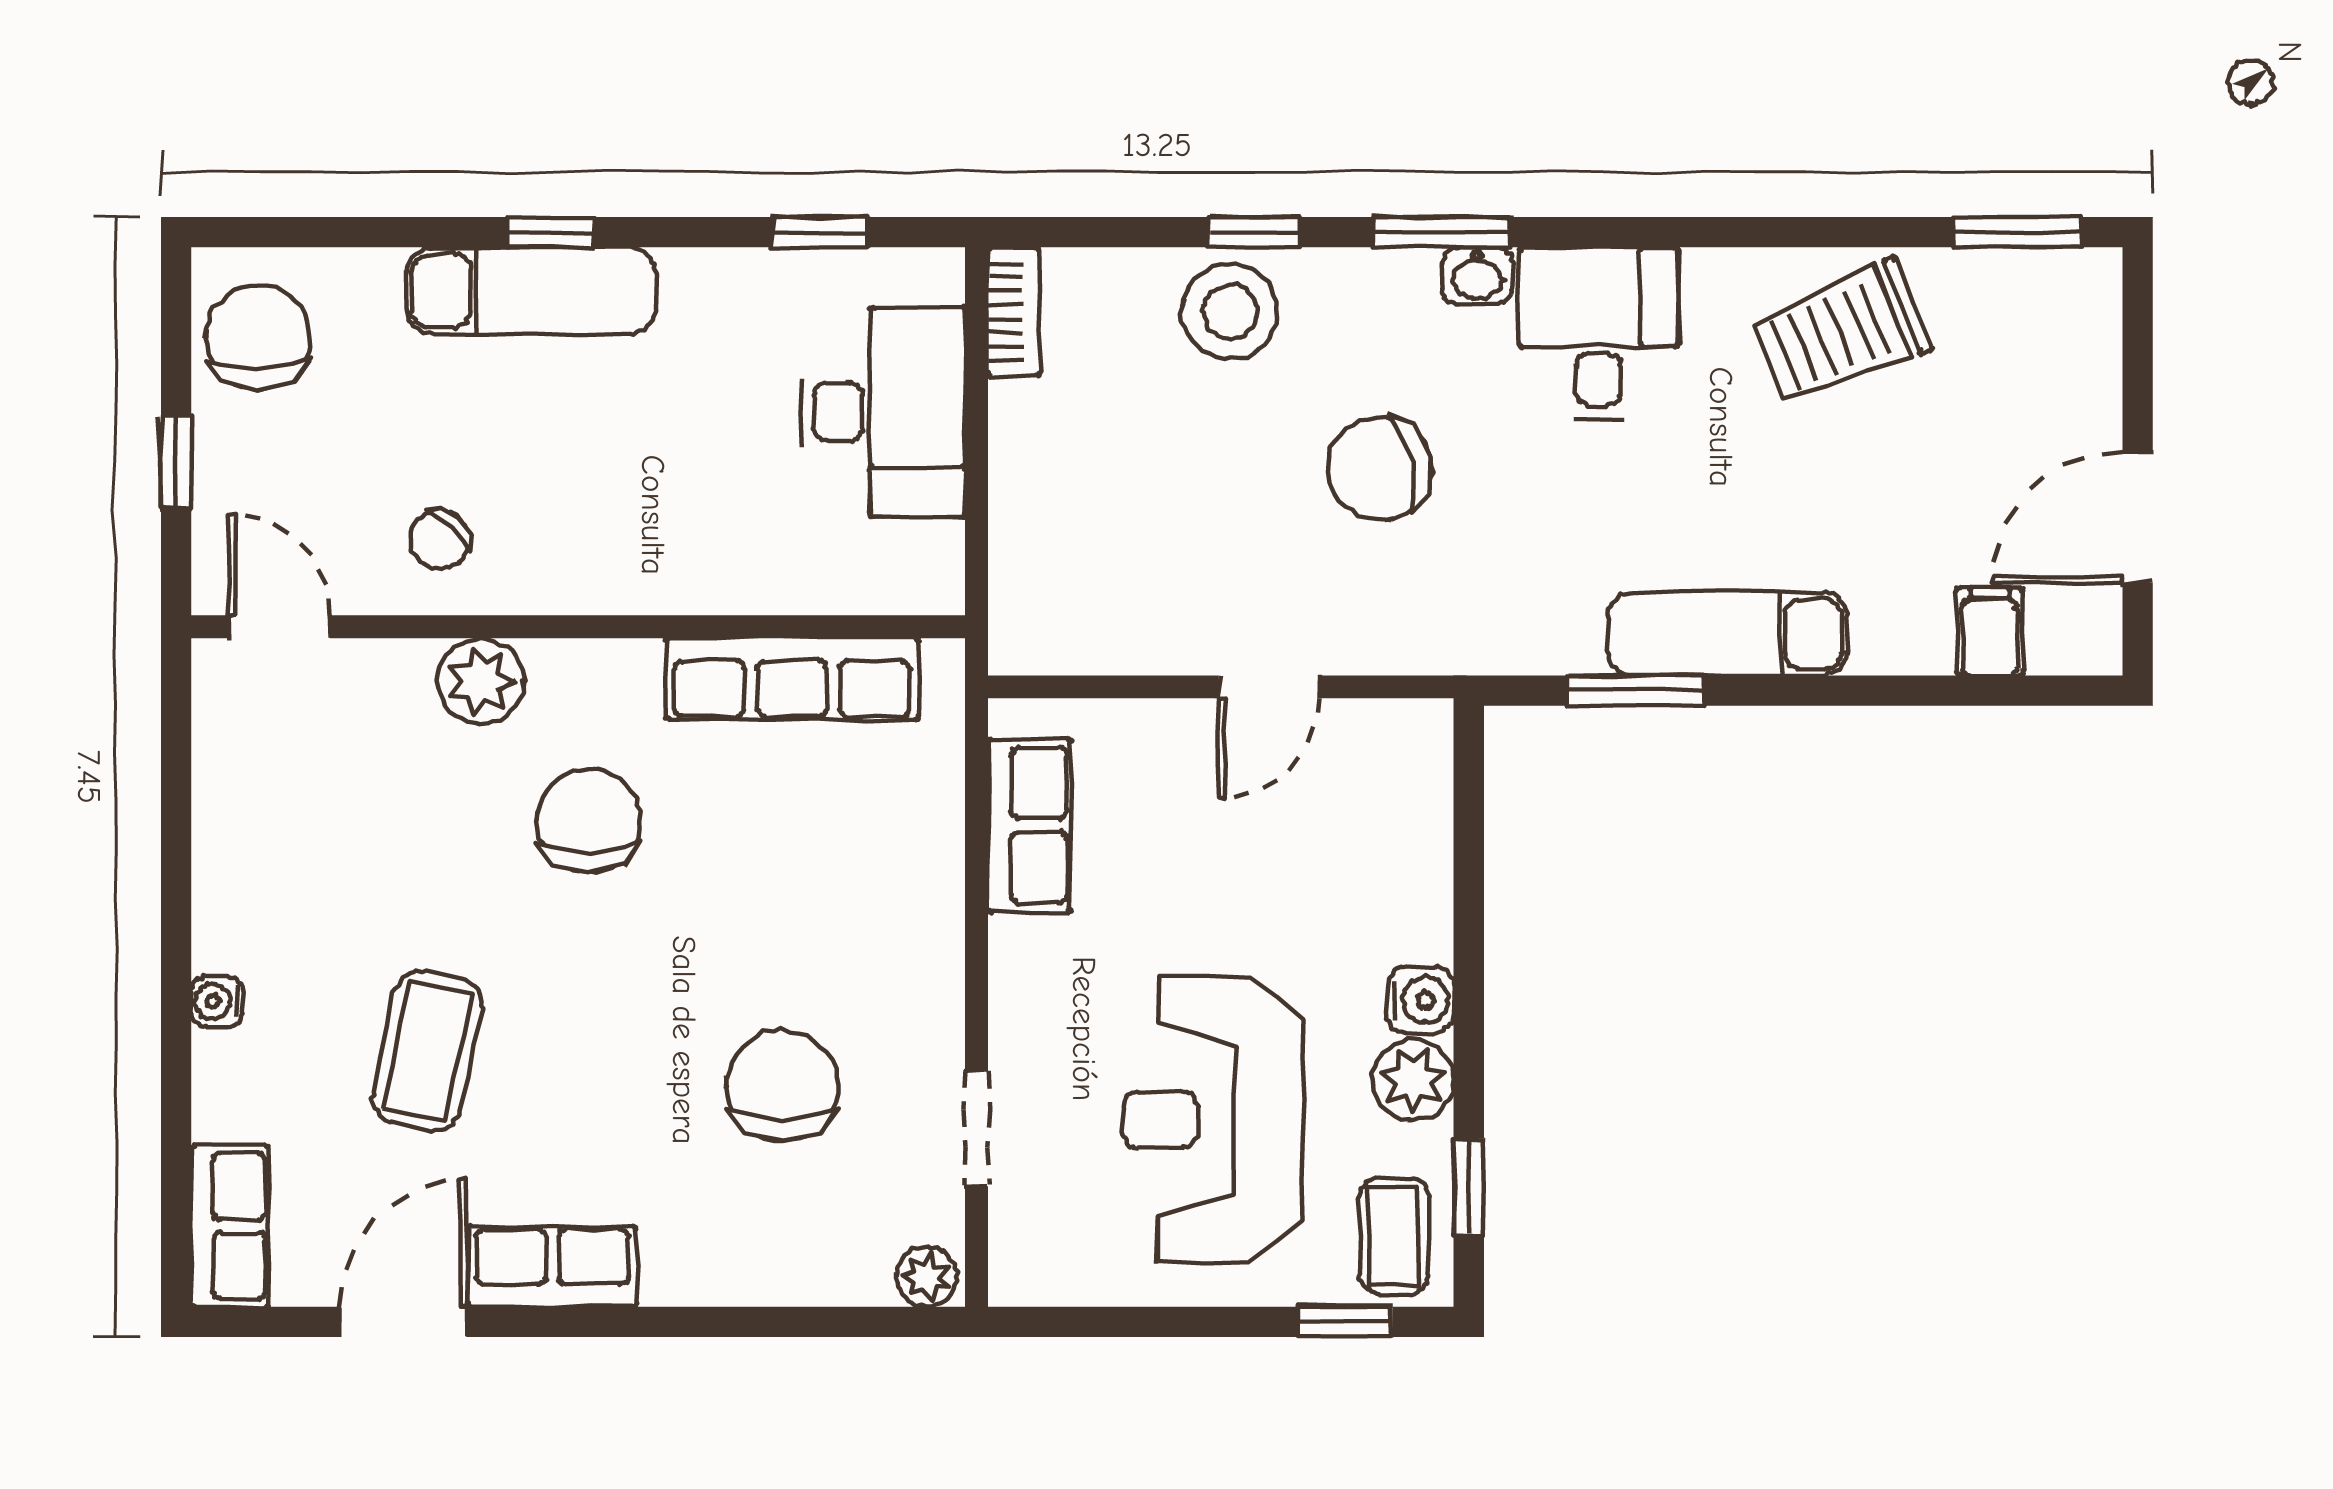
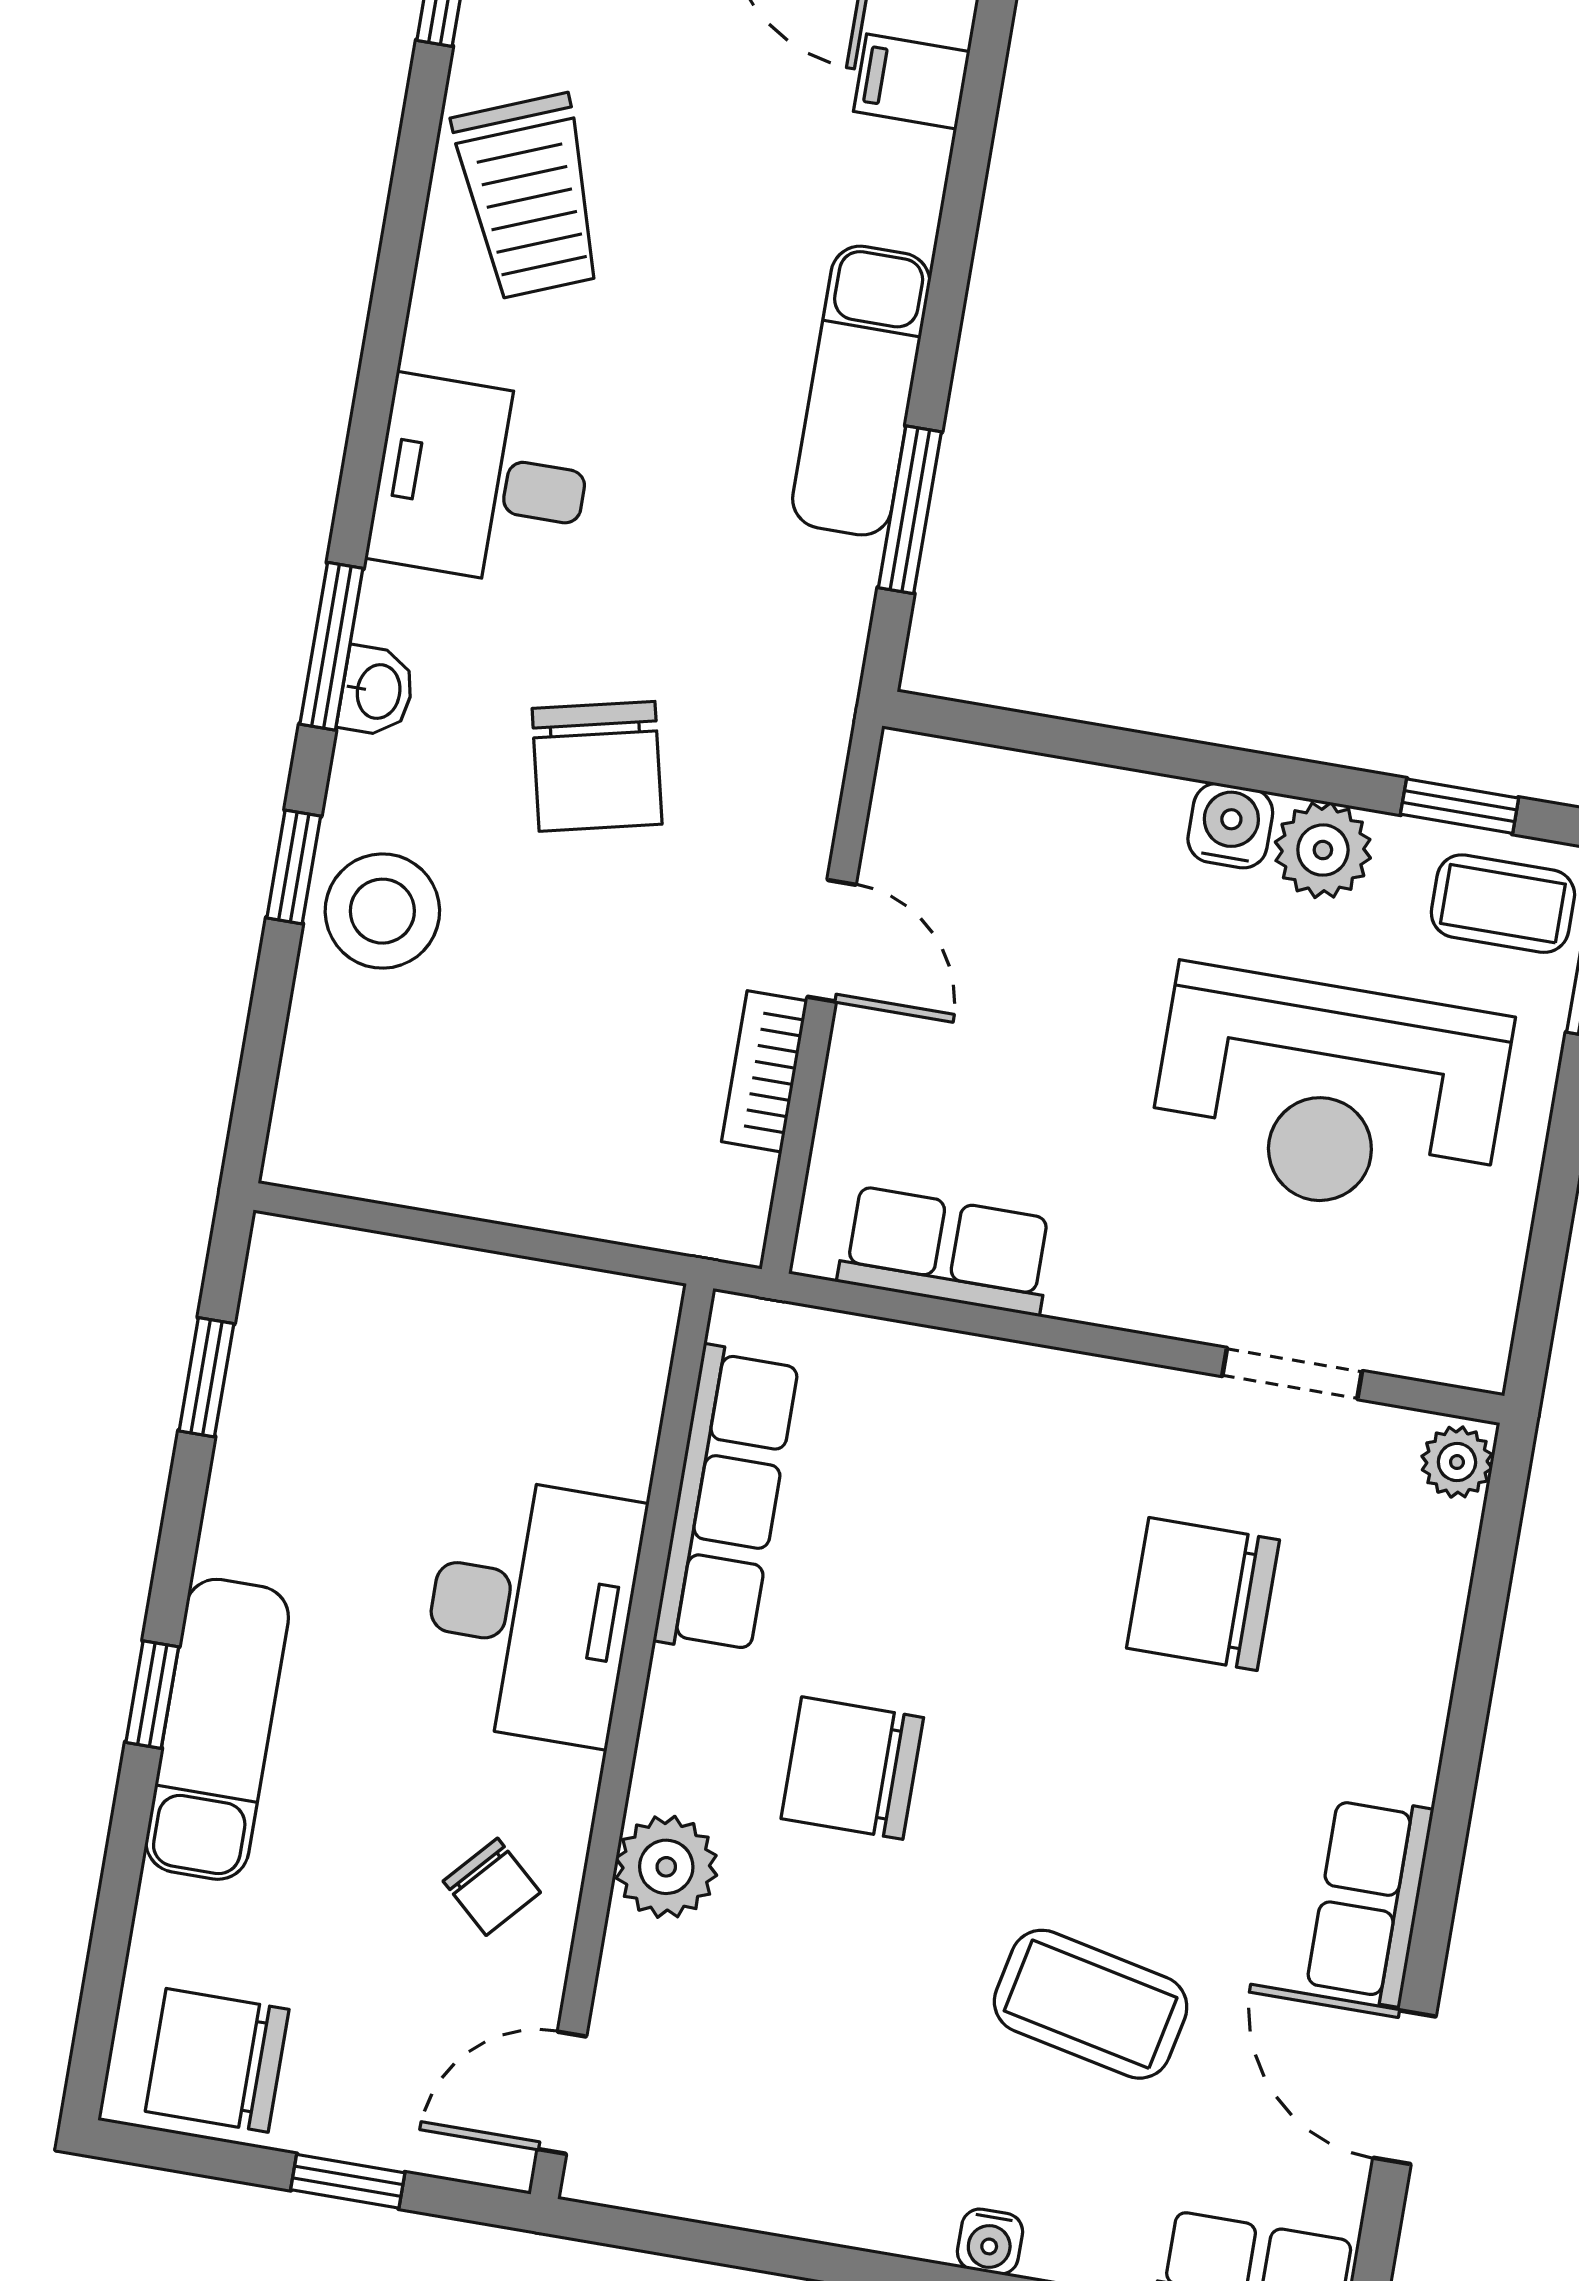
washbasin: (1478, 276) -> (377, 691), moved
bookcase: (1013, 311) -> (765, 1071), moved, turned -90
desk: (883, 412) -> (531, 1610), moved, turned 90

